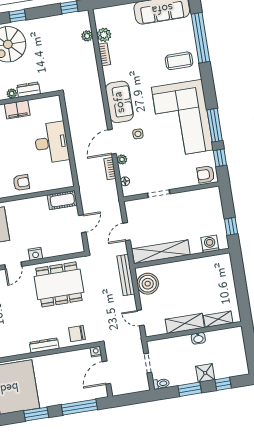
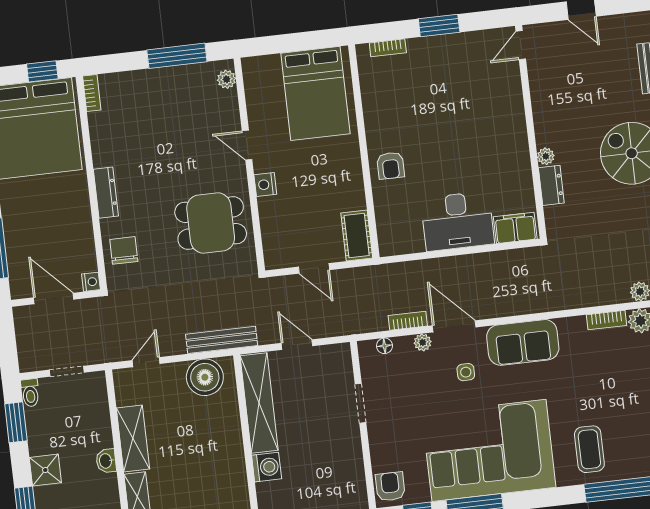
filing cabinet: (17, 110) -> (515, 228), moved, turned 90
washing machine: (210, 244) -> (267, 467), moved
dining table: (59, 284) -> (211, 223), width x0.73
window: (190, 389) -> (16, 422), moved

